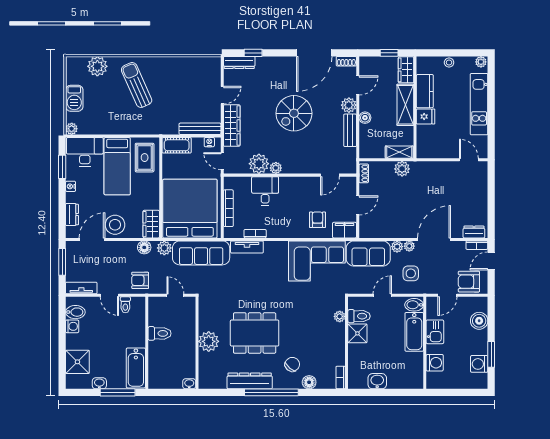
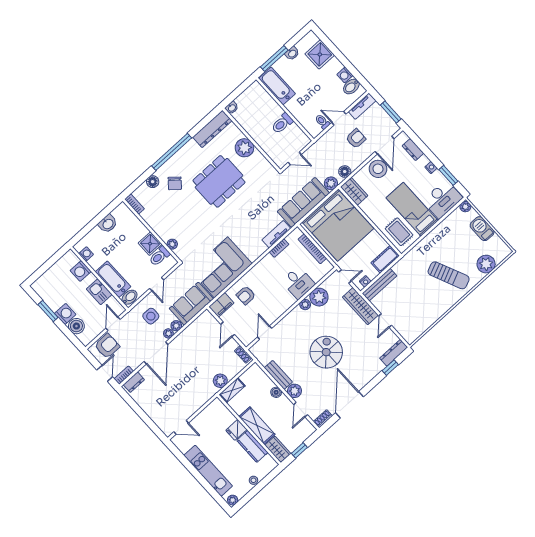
armchair: (317, 220) -> (246, 295), turned 90
armchair: (140, 280) -> (356, 139), moved
washing machine: (479, 364) -> (65, 314), moved
washing machine: (418, 373) -> (86, 254), added
dresser: (250, 381) -> (212, 129), moved

